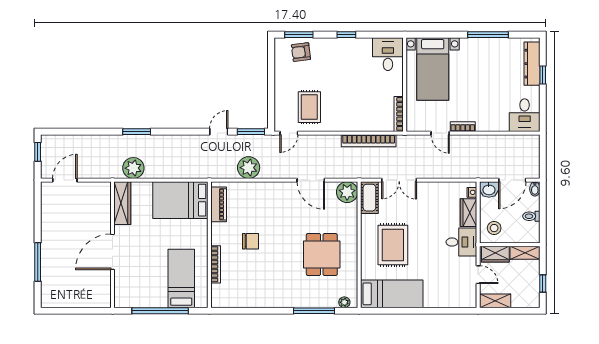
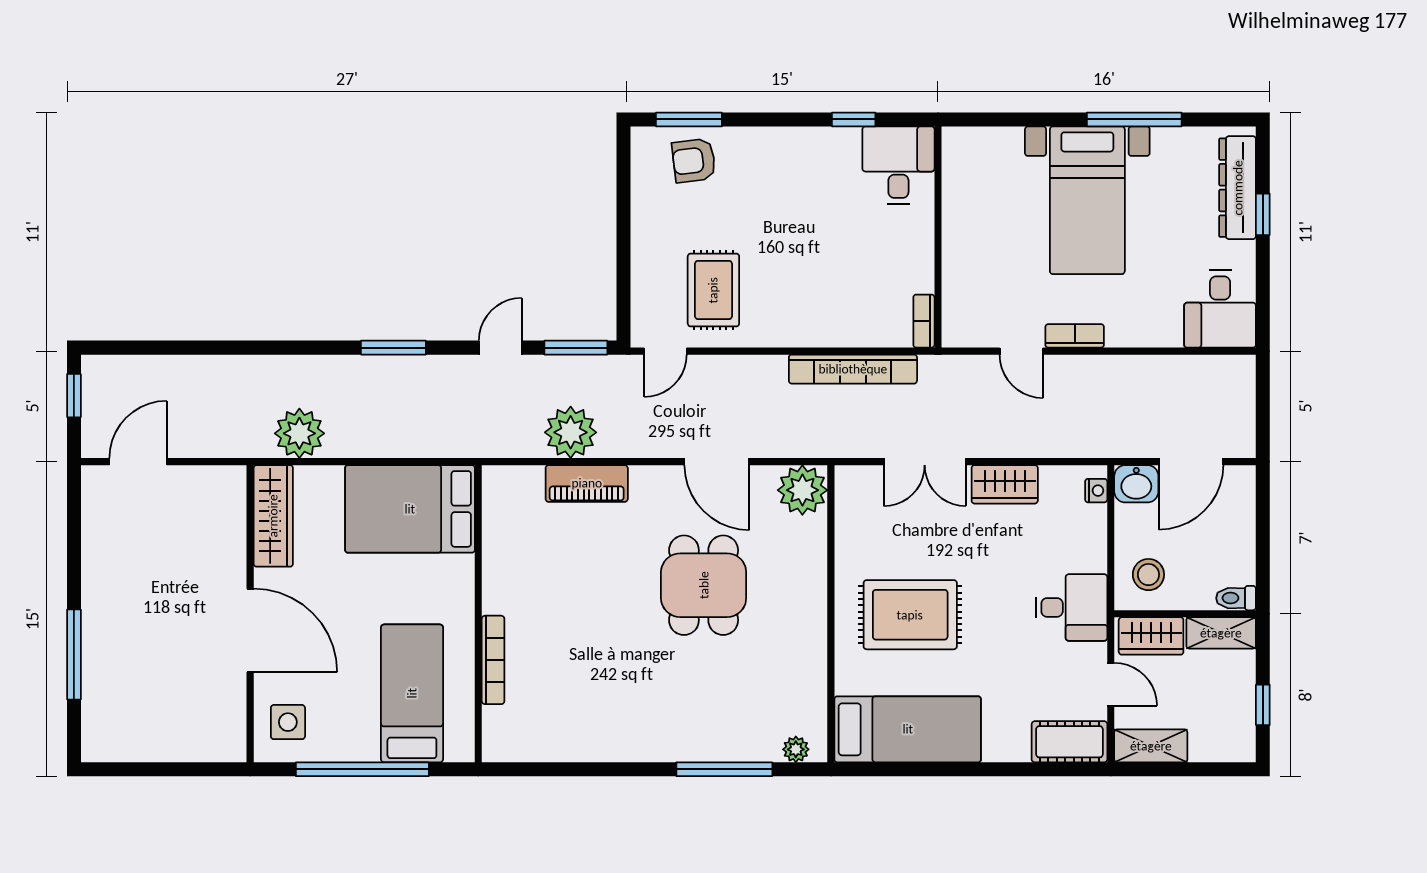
window: (346, 35) -> (854, 119), moved
bed with nightstands: (433, 69) -> (1087, 200), moved
bookcase: (399, 114) -> (924, 321), width x0.64
window: (137, 132) -> (393, 348), moved
bidet: (535, 189) -> (1244, 482), removed
cot: (369, 198) -> (1069, 742), moved, turned 90
piano: (219, 204) -> (587, 483), moved, turned 90
wardrobe: (468, 213) -> (1005, 484), moved, turned -90
toilet: (531, 216) -> (1236, 598), moved
chair: (250, 241) -> (575, 606), removed
rug: (393, 245) -> (910, 615), turned 90
door: (112, 252) -> (250, 630), swing flipped
dining table: (322, 254) -> (704, 585), moved
side table: (128, 291) -> (288, 722), added

